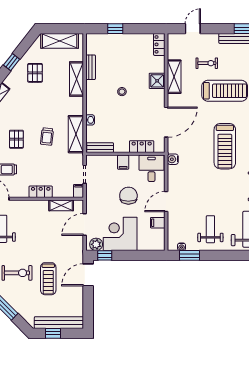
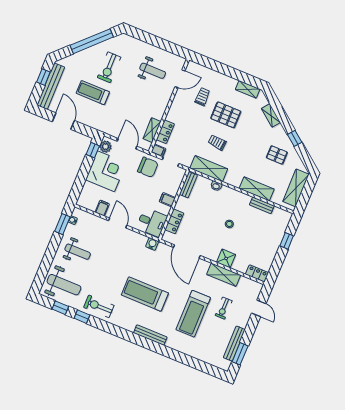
pallet: (16, 139) -> (226, 115), width x1.50, depth x1.42
locker: (41, 192) -> (165, 132), moved
chair: (128, 196) -> (148, 167), moved
door: (88, 275) -> (63, 121), moved

